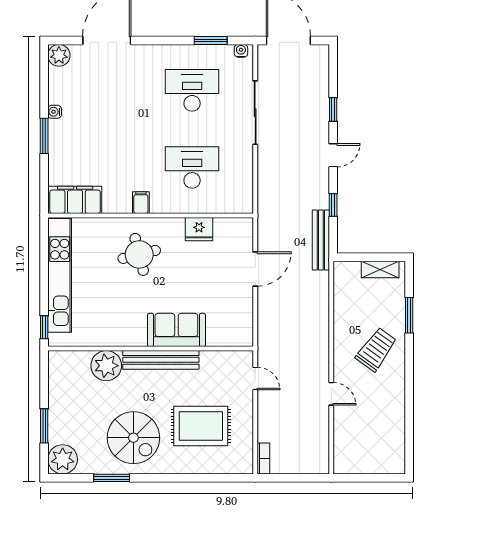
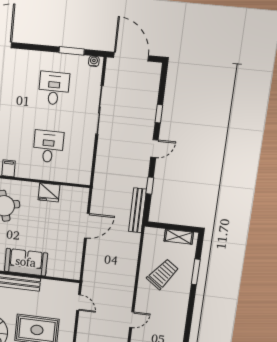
desk: (192, 90) -> (54, 88), width x0.73
desk: (192, 167) -> (48, 147), width x0.73
trolley: (376, 349) -> (163, 274), moved
door: (331, 394) -> (132, 320), hinge flipped

